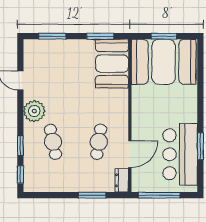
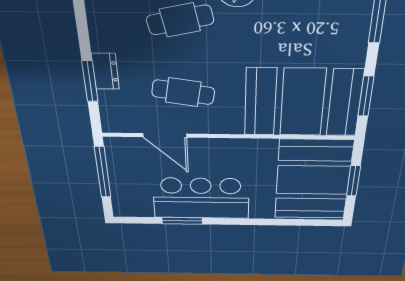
booth: (112, 64) -> (303, 103), width x1.36, depth x1.42
bar counter: (180, 154) -> (201, 198), moved
dresser: (122, 180) -> (105, 71), moved, turned 90

